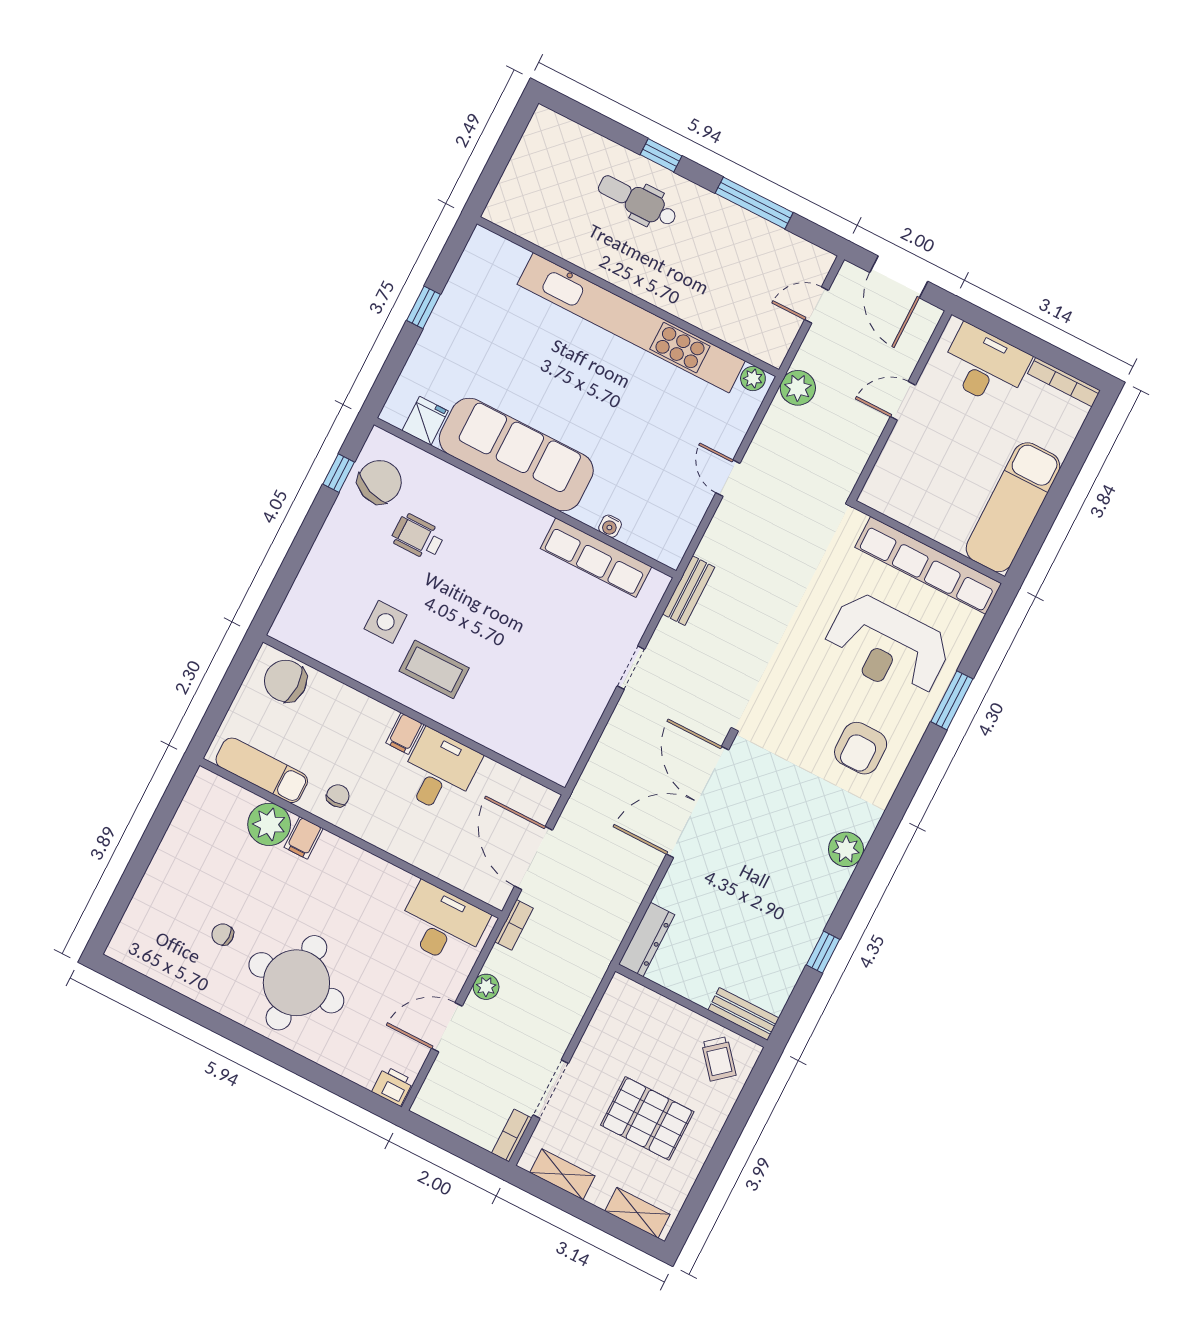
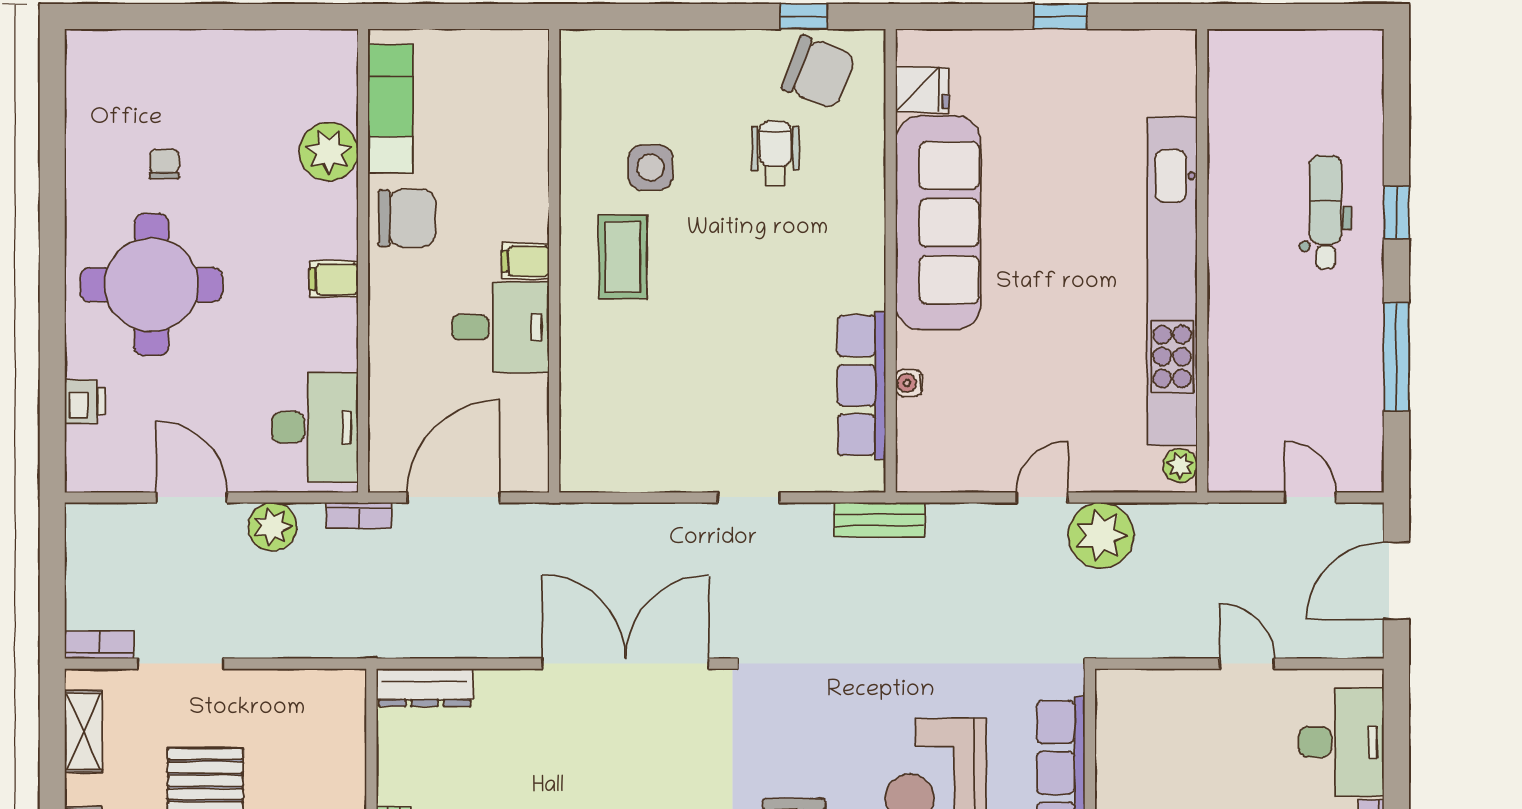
plant: (798, 388) -> (1101, 535), moved, width x1.36, depth x1.36
chair: (285, 681) -> (515, 82), removed
chair: (338, 796) -> (407, 218), width x1.87, depth x1.87
filing cabinet: (304, 838) -> (334, 279), moved
plant: (486, 987) -> (272, 527), width x1.38, depth x1.38
printer: (393, 1086) -> (85, 401), moved

